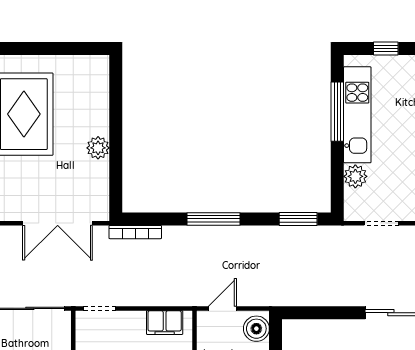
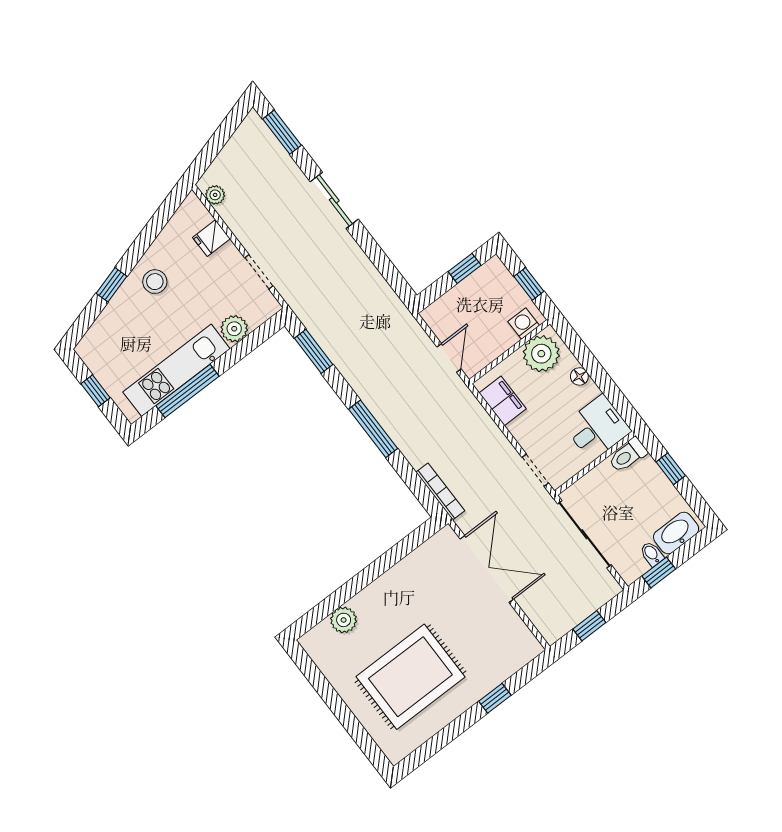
plant: (98, 148) -> (344, 620), moved
door: (222, 308) -> (449, 358), swing flipped
boiler: (256, 329) -> (444, 312), removed

